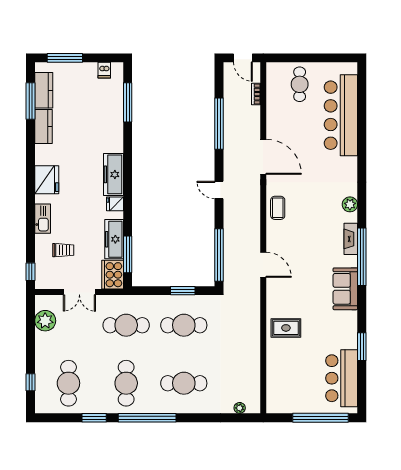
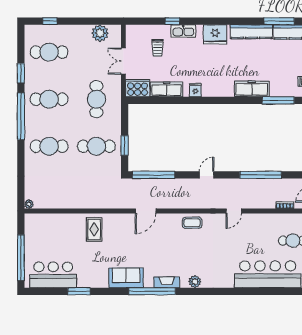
kitchen counter: (43, 126) -> (251, 32), width x1.50
door: (263, 157) -> (234, 211), width x0.53
freezer: (113, 174) -> (252, 89), moved
window: (128, 254) -> (154, 100), removed
window: (30, 272) -> (172, 21), moved
cafe table: (184, 325) -> (96, 146), turned 90
cafe table: (184, 383) -> (49, 146), turned 90
plant: (240, 408) -> (29, 204), moved

